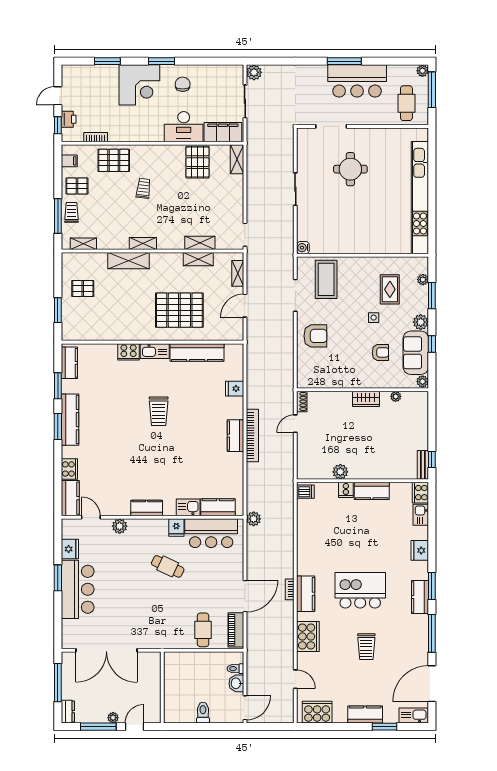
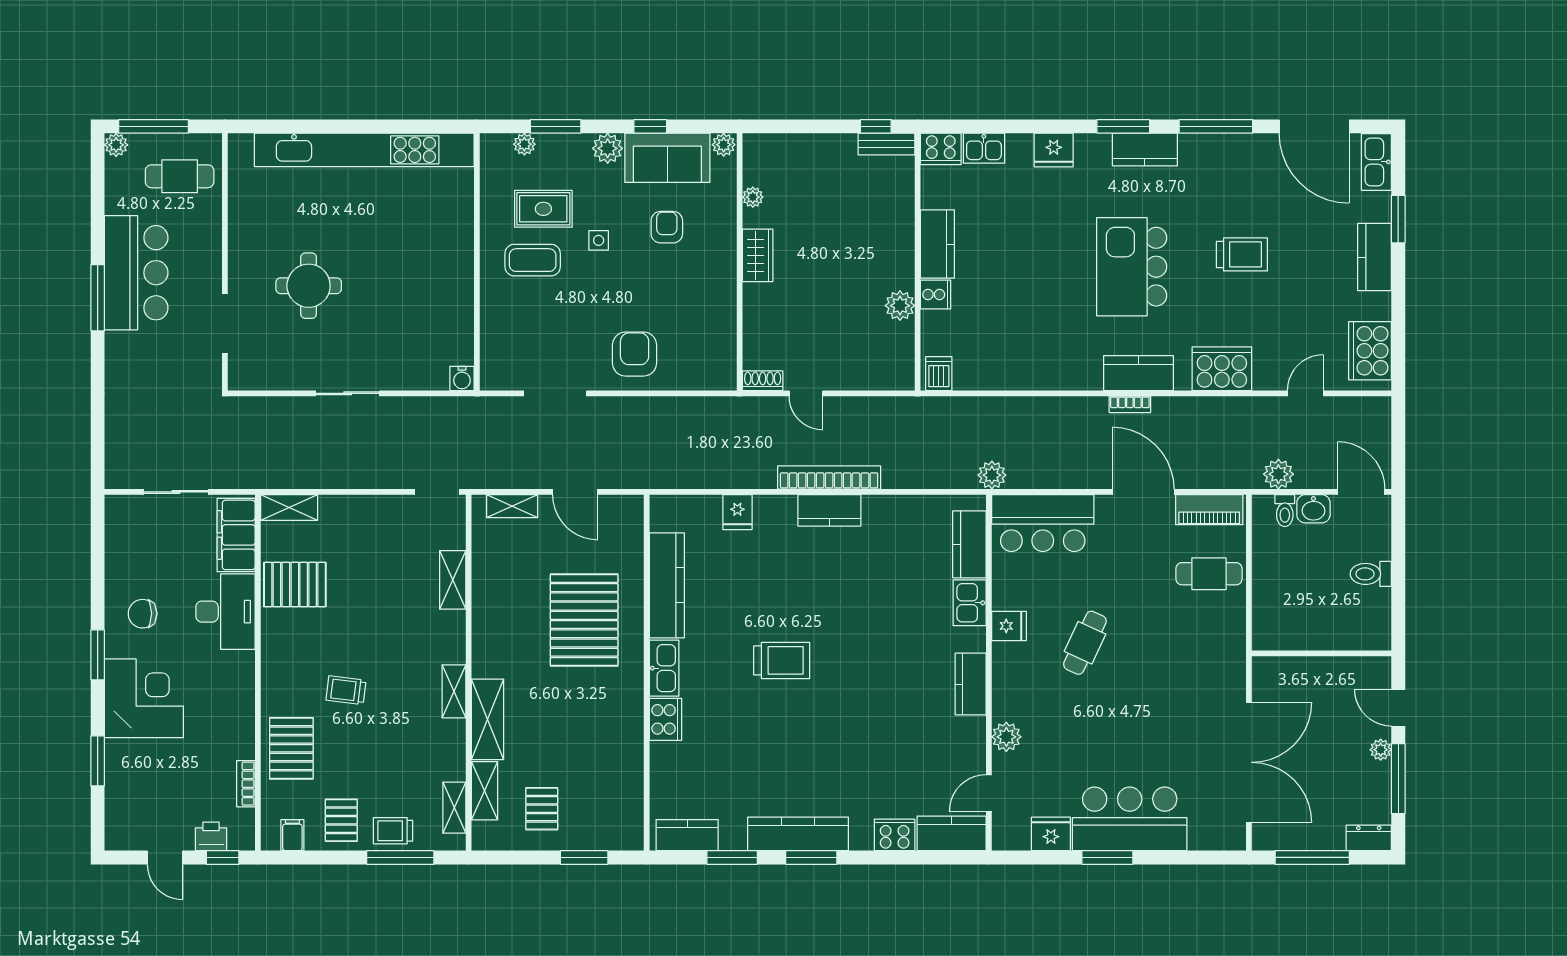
plant: (254, 72) -> (1278, 474), moved
shelving: (198, 259) -> (484, 791), moved
coffee table: (326, 279) -> (533, 260), moved, width x0.73, depth x0.76
bar counter: (211, 533) -> (1043, 523), moved, turned 90

